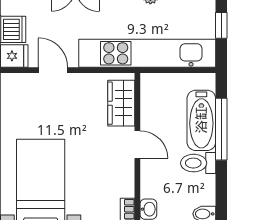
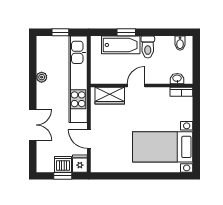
door: (53, 70) -> (89, 139), hinge flipped
window: (221, 129) -> (126, 32), width x0.46

